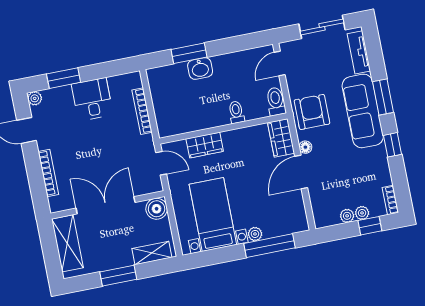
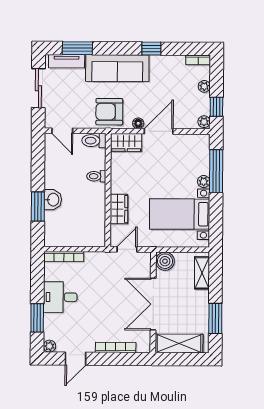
window: (383, 97) -> (77, 48), moved
bookcase: (142, 111) -> (64, 256), moved
door: (301, 172) -> (159, 131), swing flipped
plant: (347, 216) -> (204, 122), moved
window: (370, 226) -> (216, 107), moved
window: (118, 276) -> (215, 318), moved

